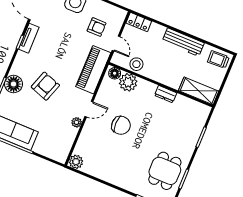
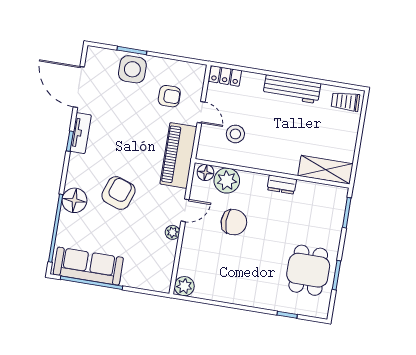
floor lamp: (115, 73) -> (205, 173), moved
plant: (128, 82) -> (227, 181), moved
wall: (161, 85) -> (272, 173), moved
shelving: (199, 91) -> (325, 170), moved
dresser: (166, 94) -> (282, 185), moved

